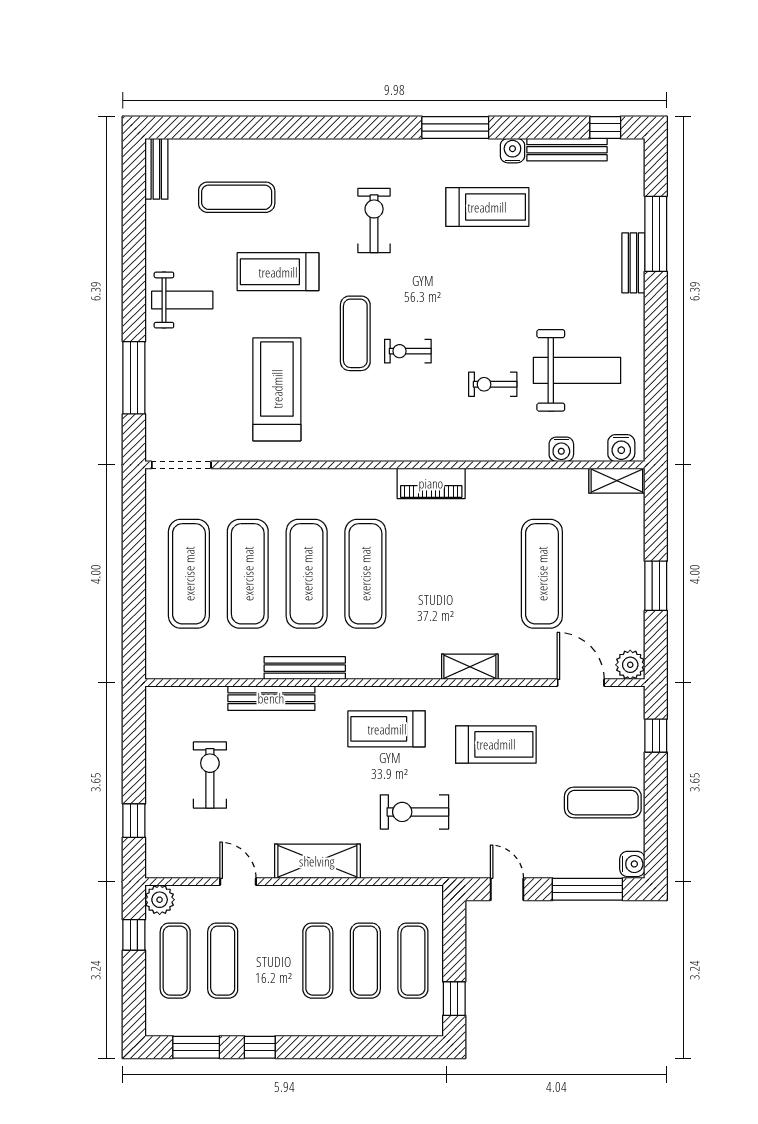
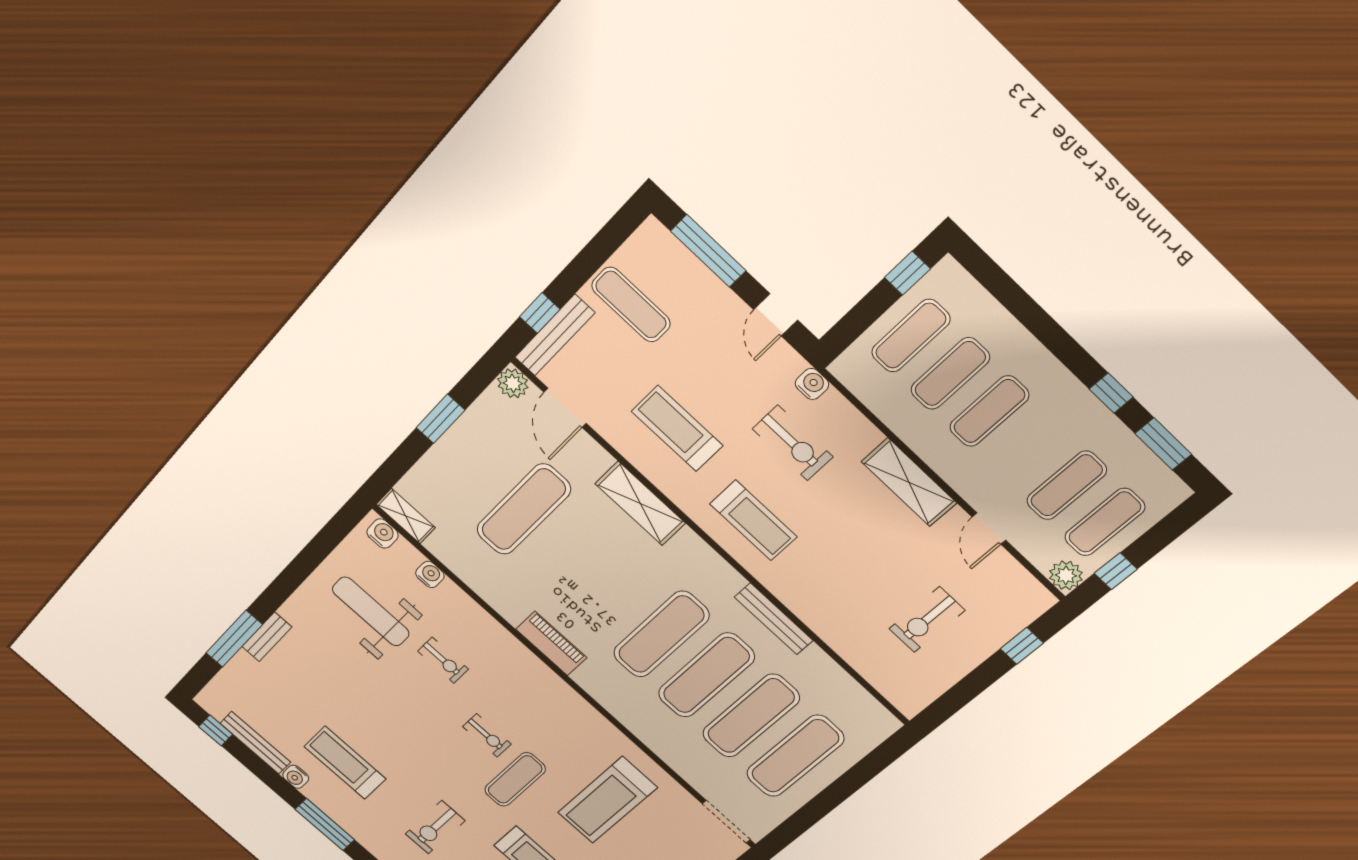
shelving: (470, 667) -> (640, 503), width x1.50, depth x1.33
bench: (271, 698) -> (555, 335), moved, turned 90
water cooler: (632, 864) -> (812, 384), moved, turned 90

